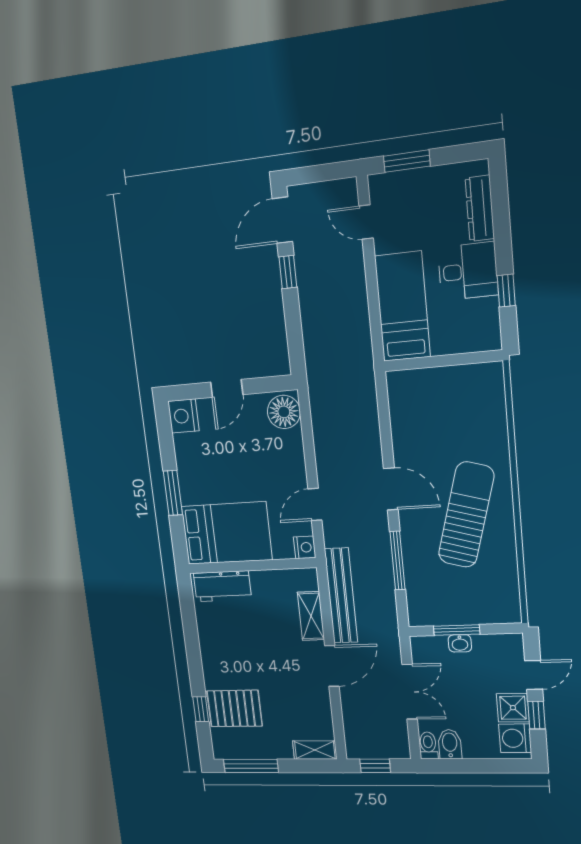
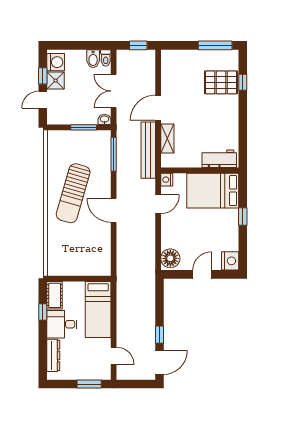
cot: (486, 325) -> (55, 295), added
window: (173, 493) -> (243, 216), width x0.67
window: (397, 561) -> (114, 154), moved
washbasin: (460, 643) -> (104, 119), moved
shelving: (315, 750) -> (174, 55), removed

